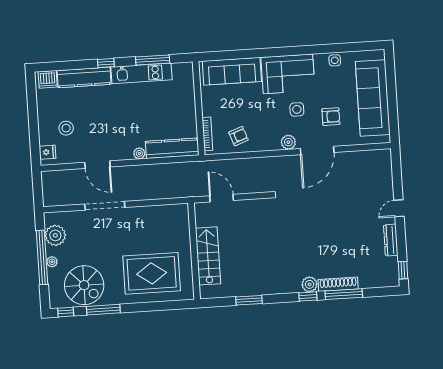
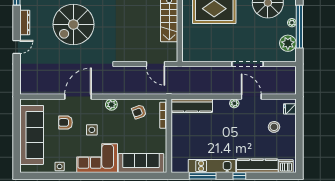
plant: (288, 142) -> (111, 105), moved
plant: (139, 153) -> (234, 103), moved
spiral stairs: (329, 242) -> (73, 24), added

